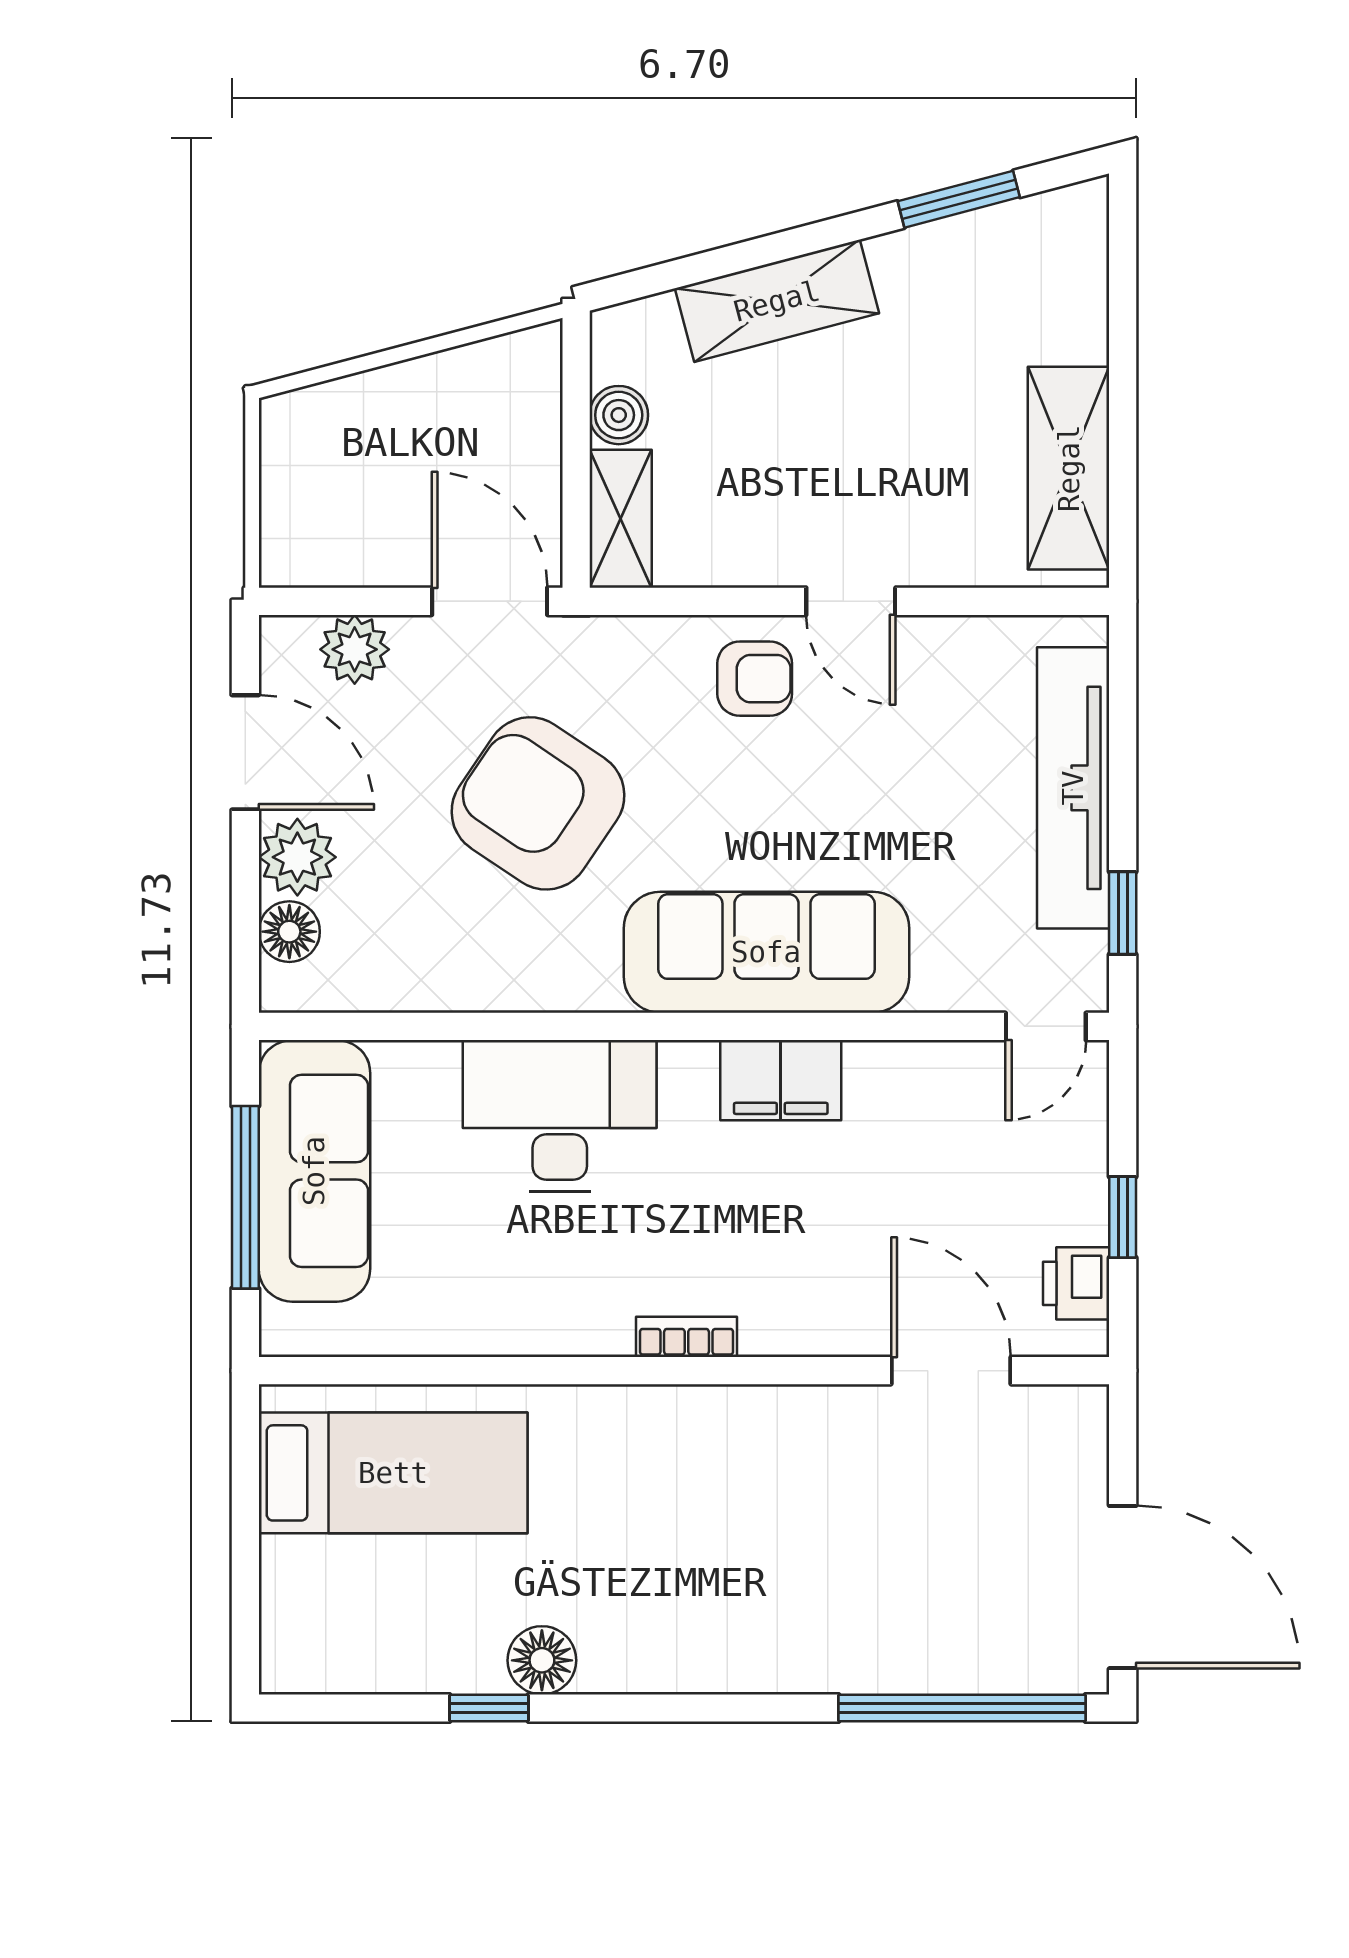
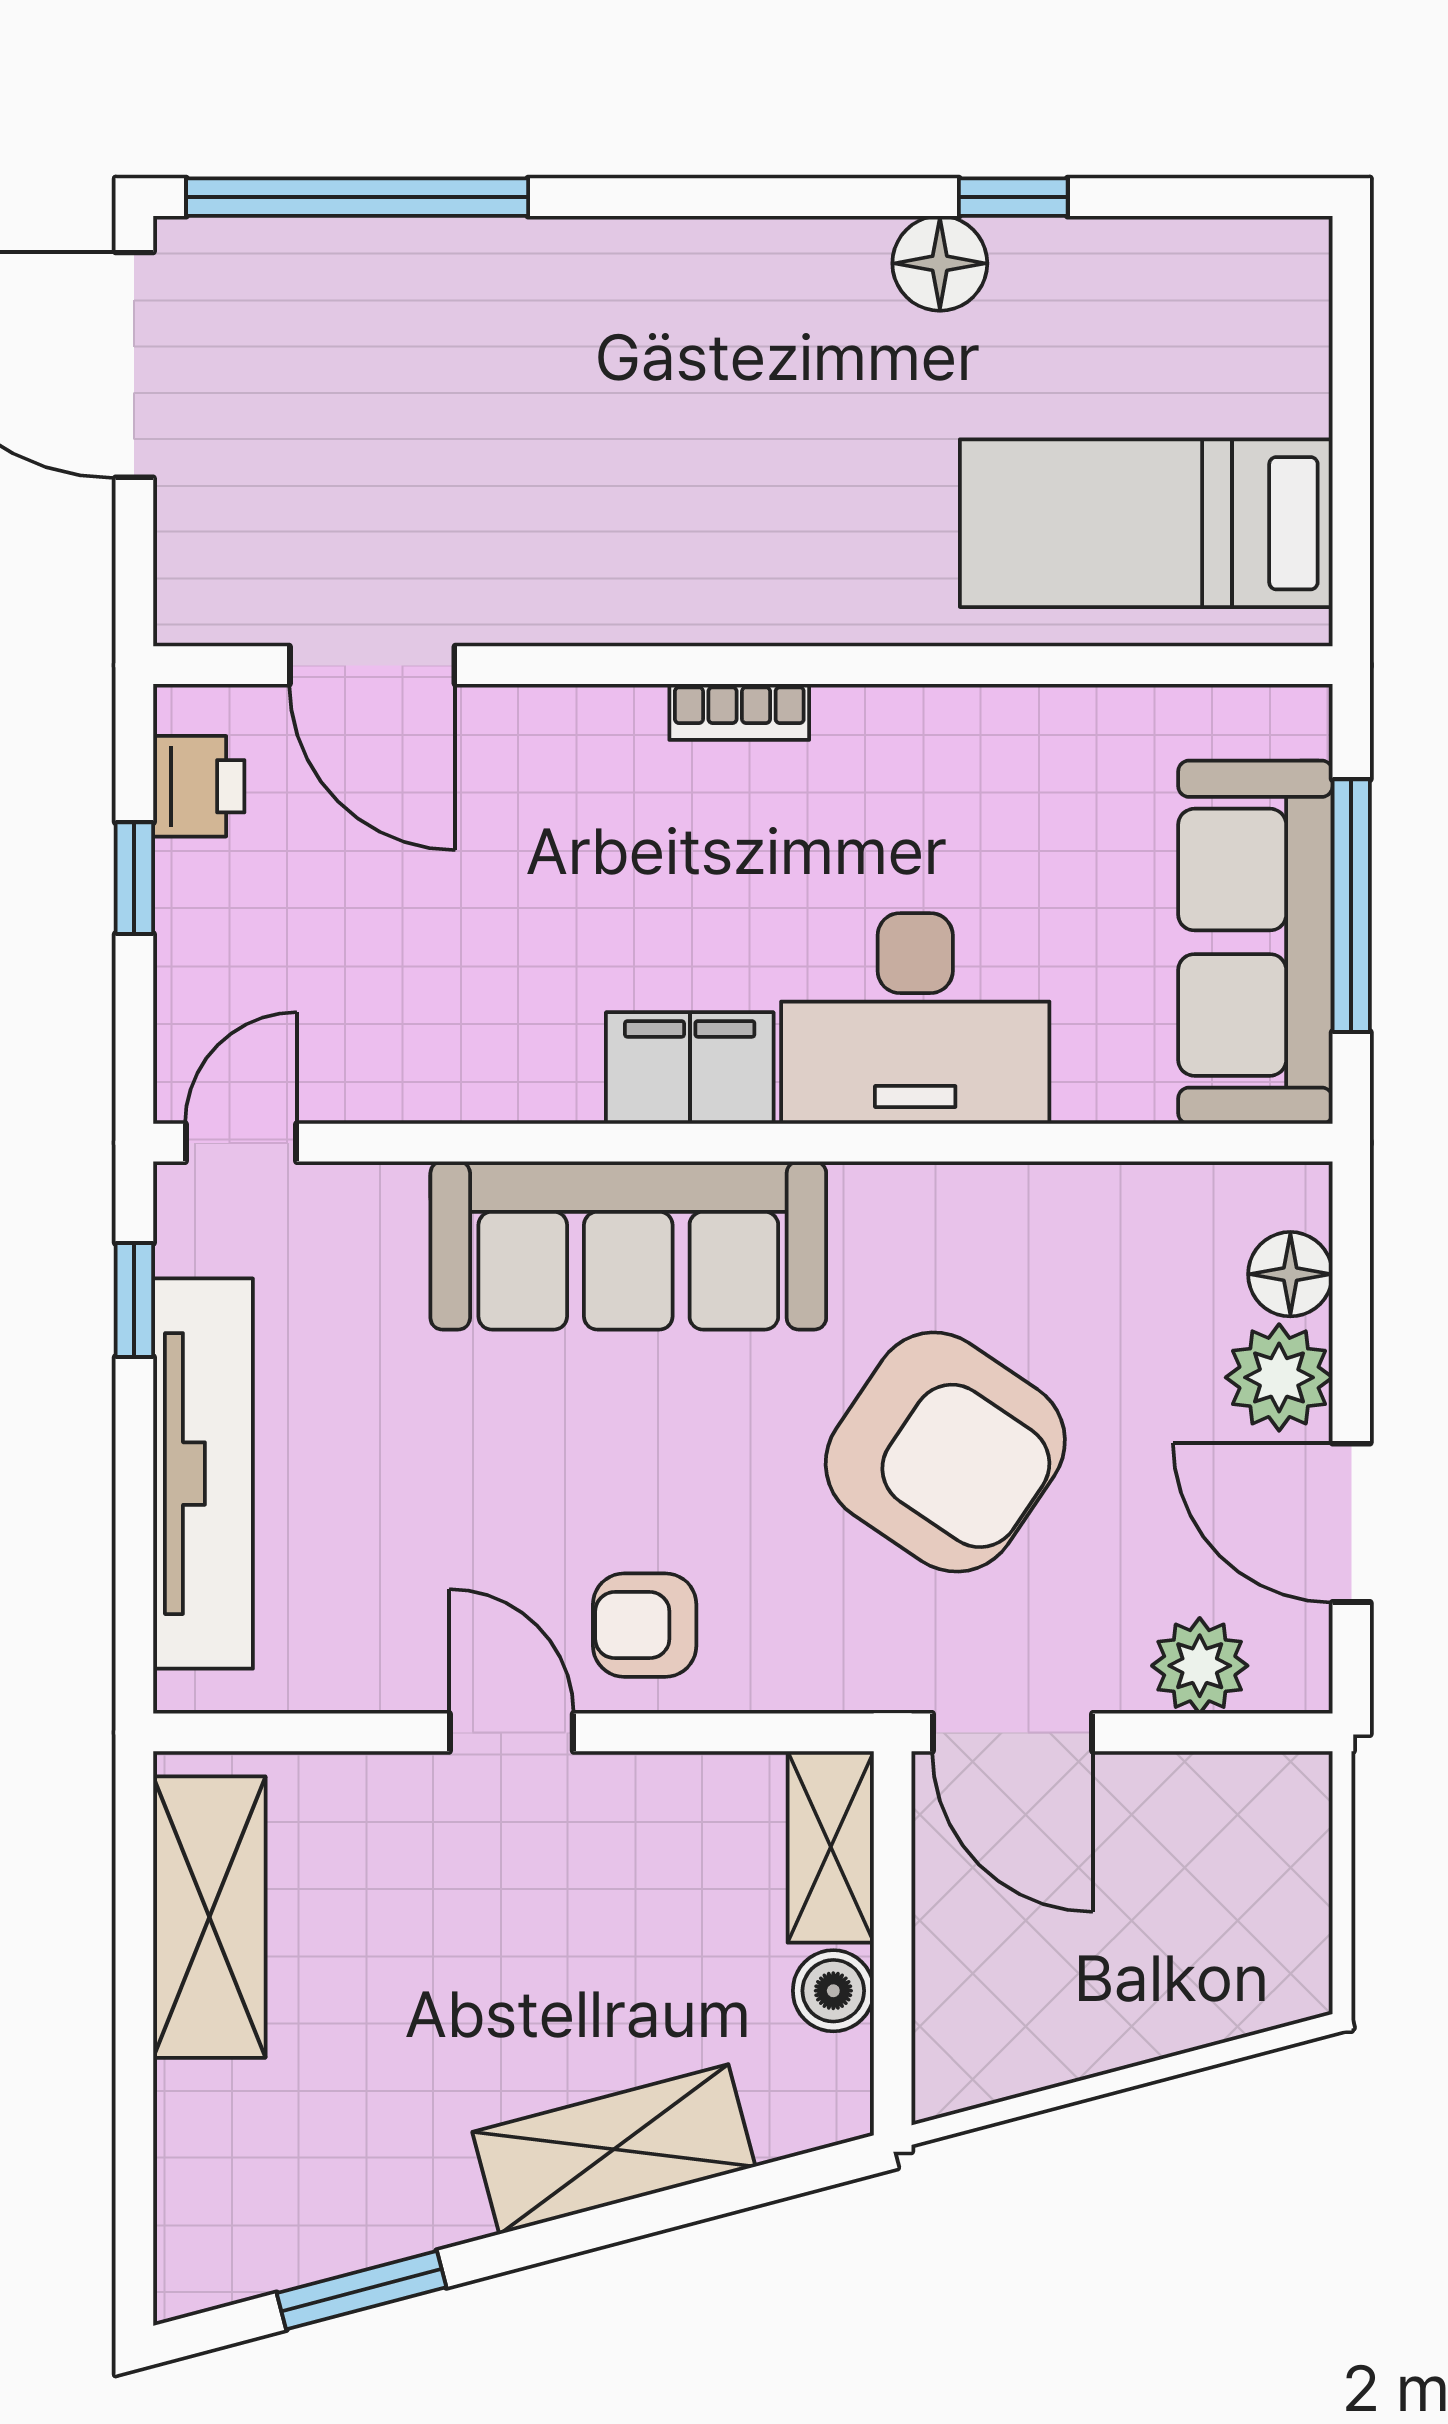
filing cabinet: (781, 1080) -> (690, 1068), moved

